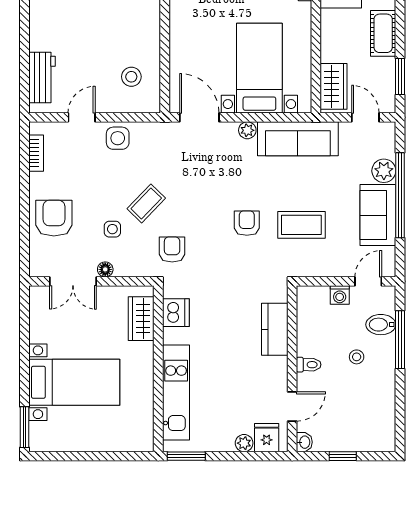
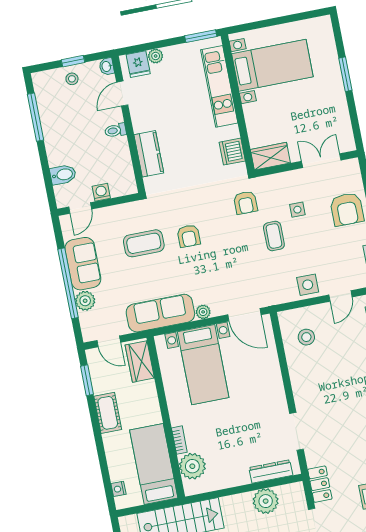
coffee table: (146, 203) -> (274, 236), turned -44
floor lamp: (105, 269) -> (297, 176), removed
wardrobe: (141, 319) -> (270, 156), moved, turned -90
window: (400, 340) -> (35, 117), moved
stool: (357, 357) -> (72, 79), moved
bed with nightstands: (74, 382) -> (272, 65), moved, turned 180
window: (25, 427) -> (345, 74), moved

